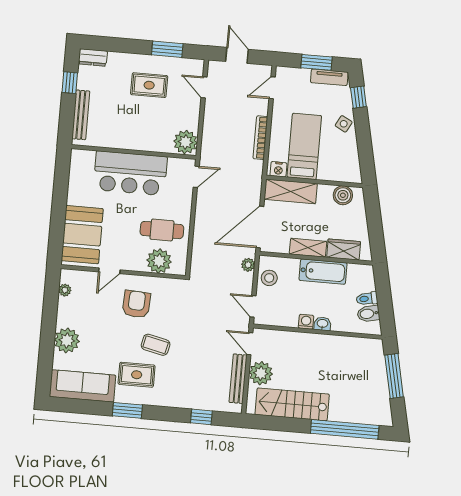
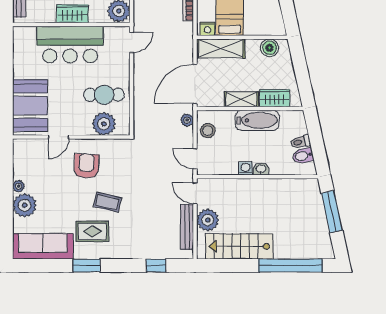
wardrobe: (136, 141) -> (72, 14), added
plant: (65, 290) -> (19, 186), moved

